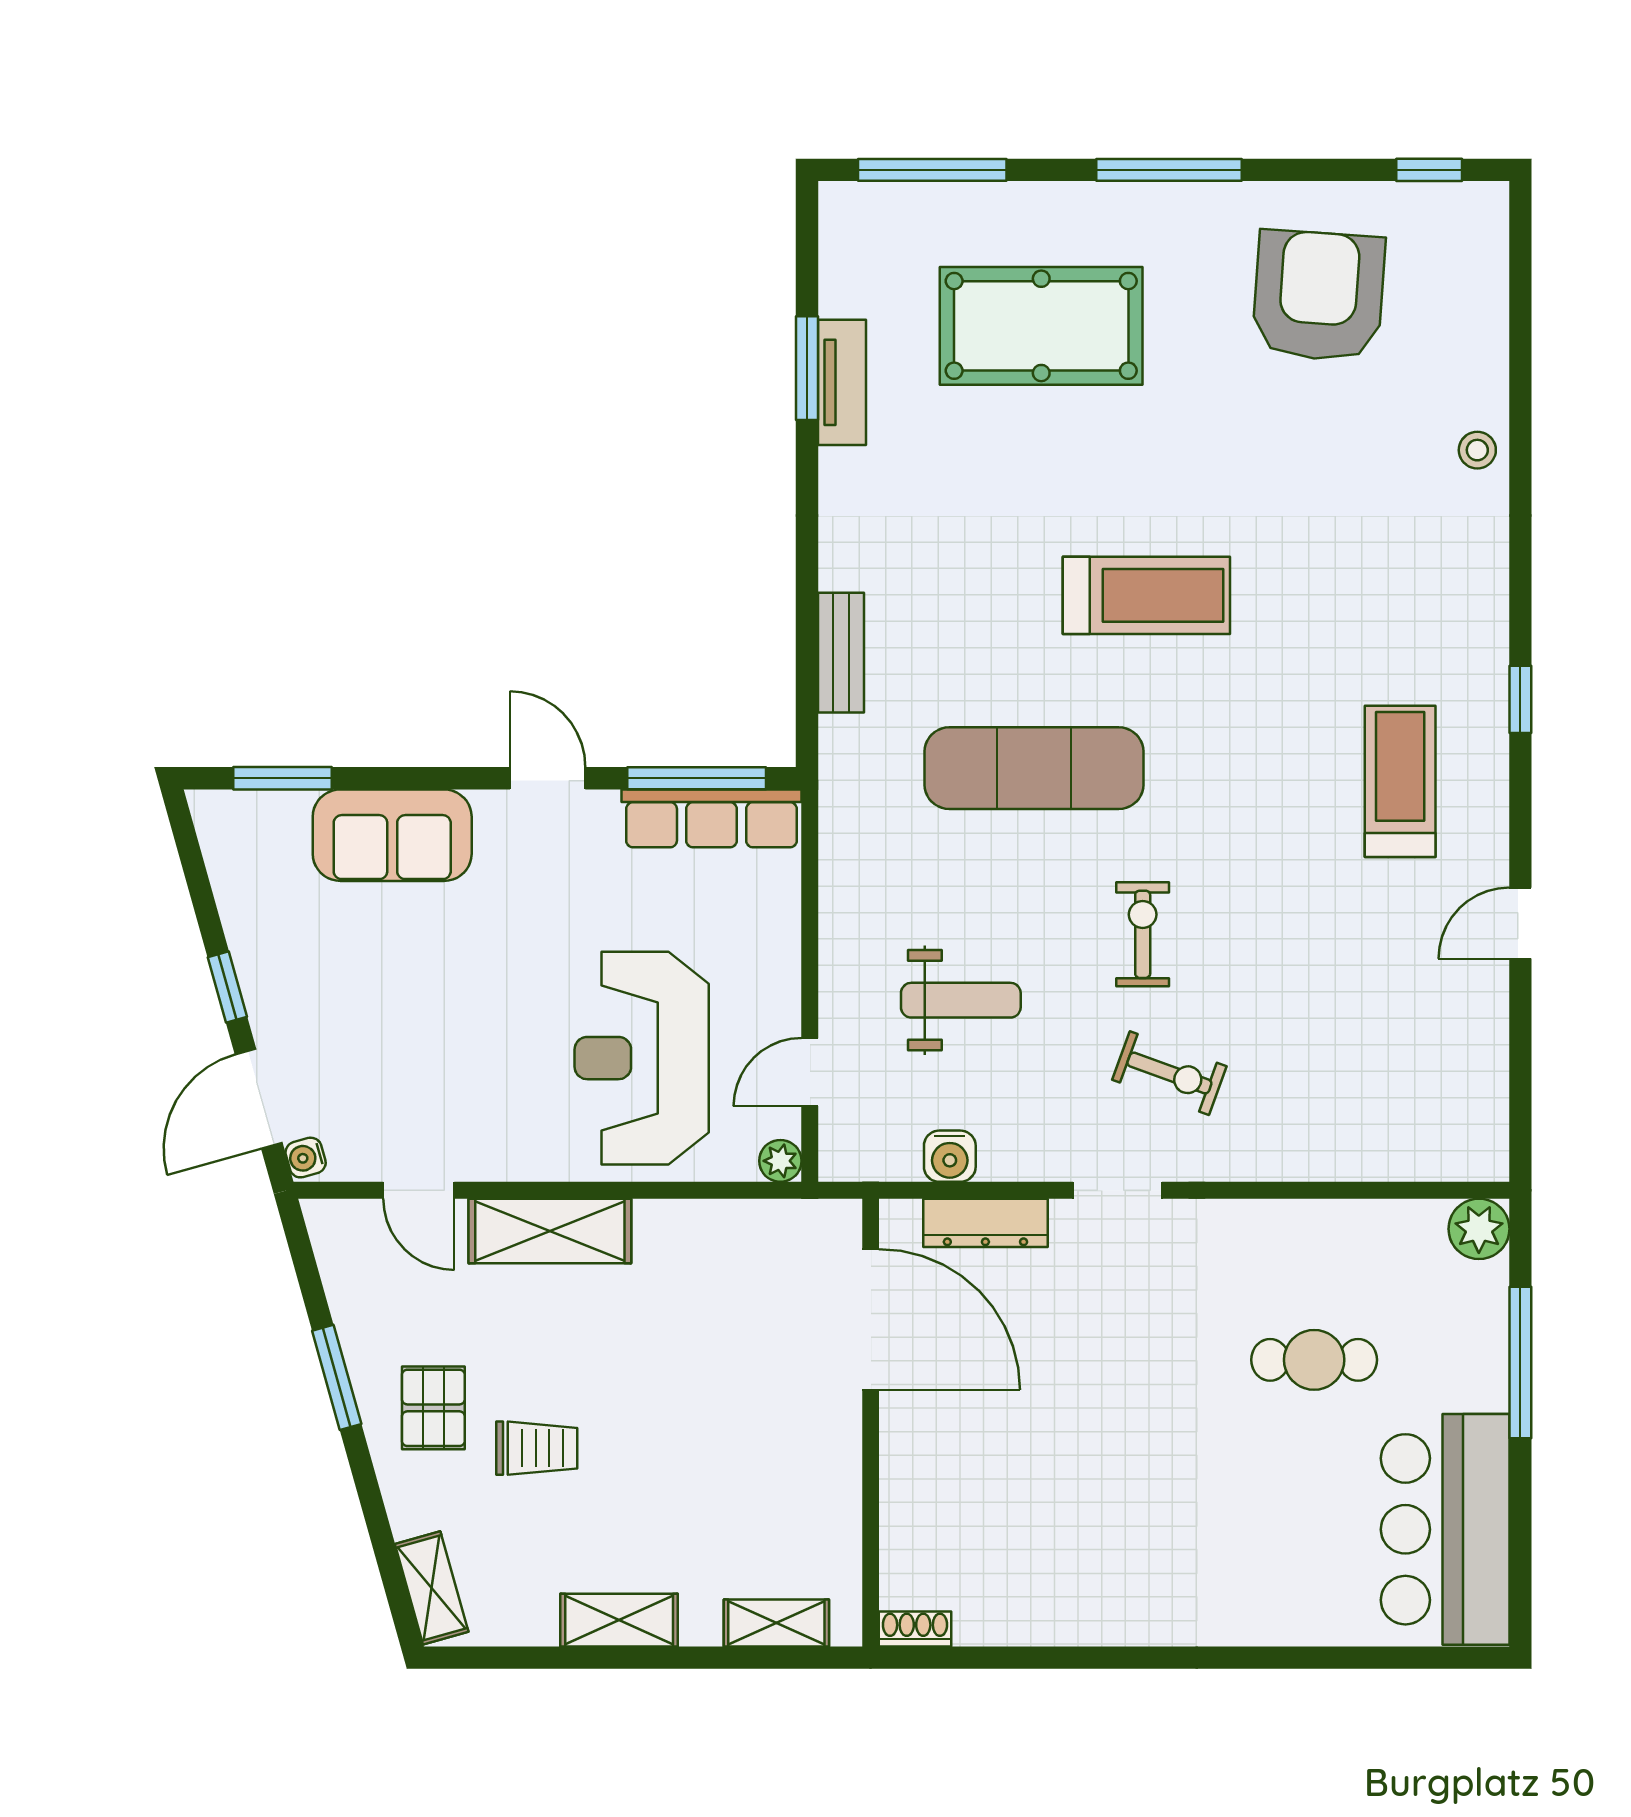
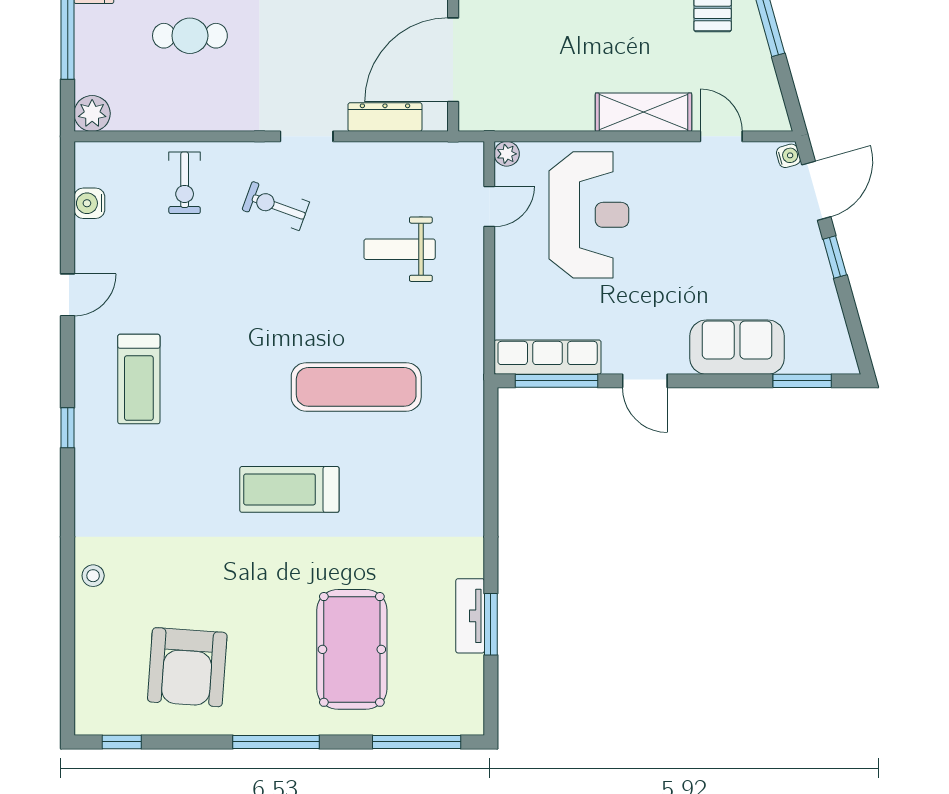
pool table: (1041, 326) -> (352, 649), turned 90
bench: (841, 653) -> (471, 455), removed
exercise bike: (1143, 934) -> (185, 183), moved
water cooler: (950, 1156) -> (89, 203), moved, turned -90
door: (871, 1319) -> (453, 60), hinge flipped

